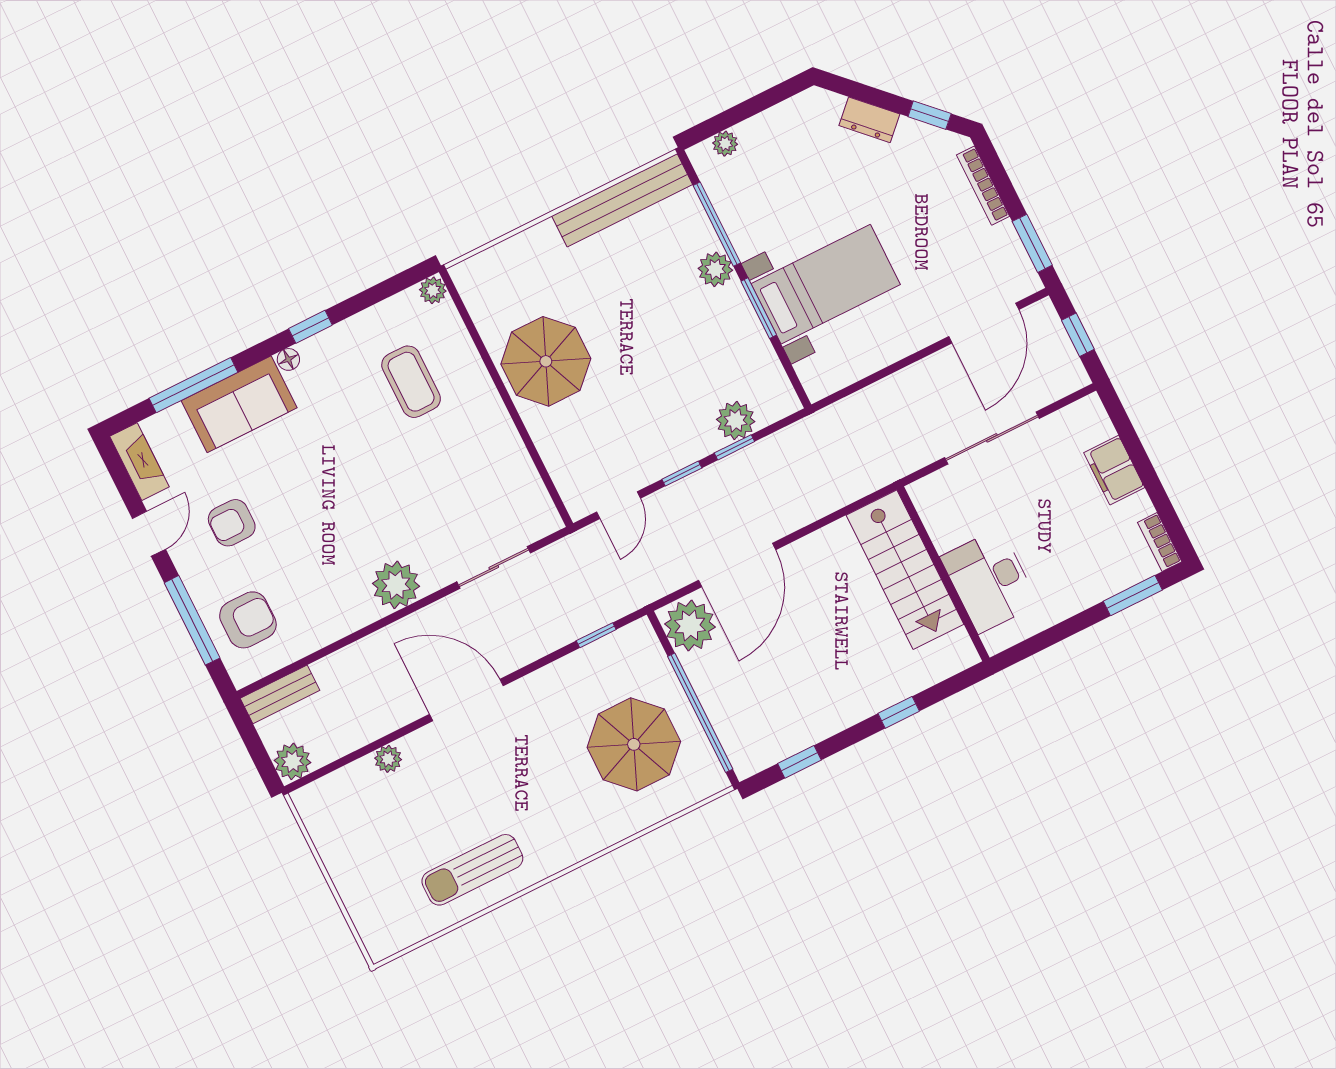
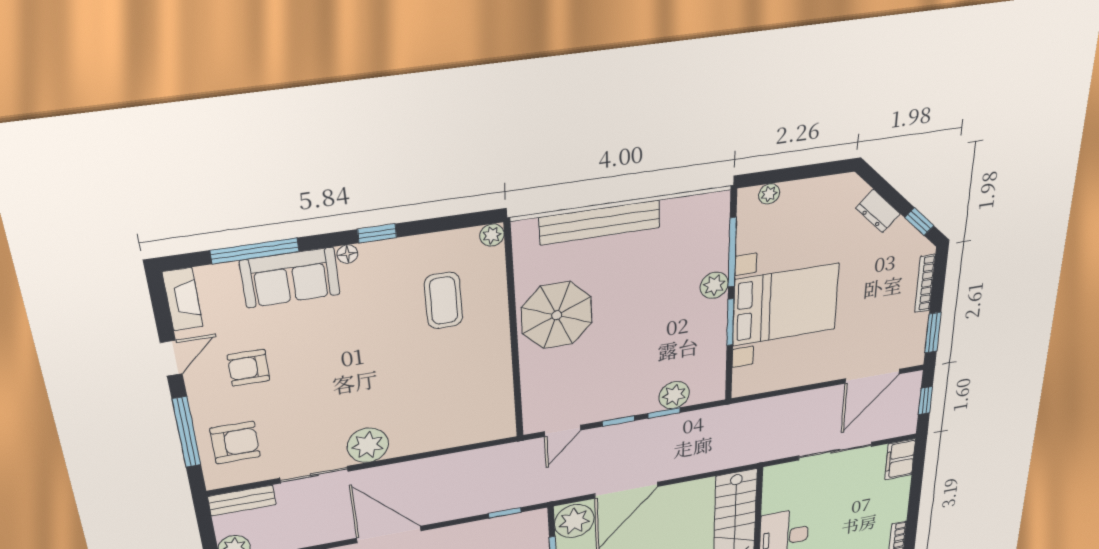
bench: (622, 200) -> (600, 222), moved
bed with nightstands: (826, 284) -> (786, 305), width x1.36
filing cabinet: (1114, 470) -> (900, 459), moved
sliding door: (494, 567) -> (314, 475), moved

